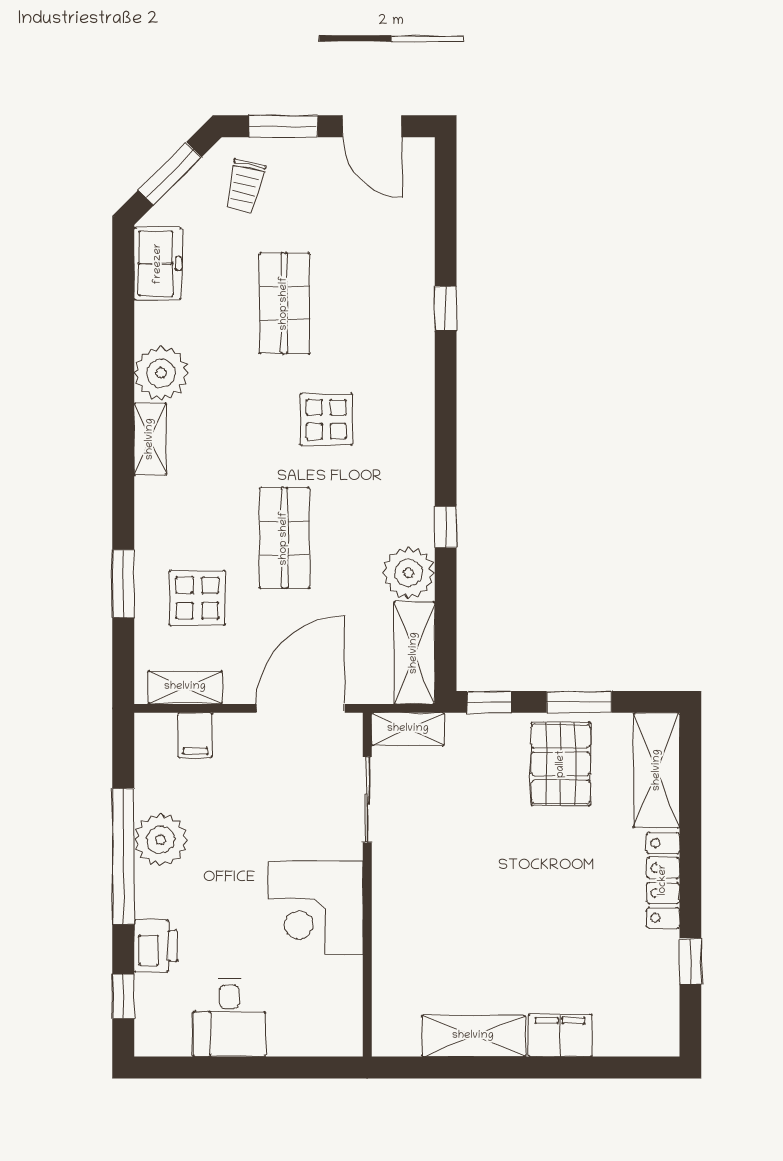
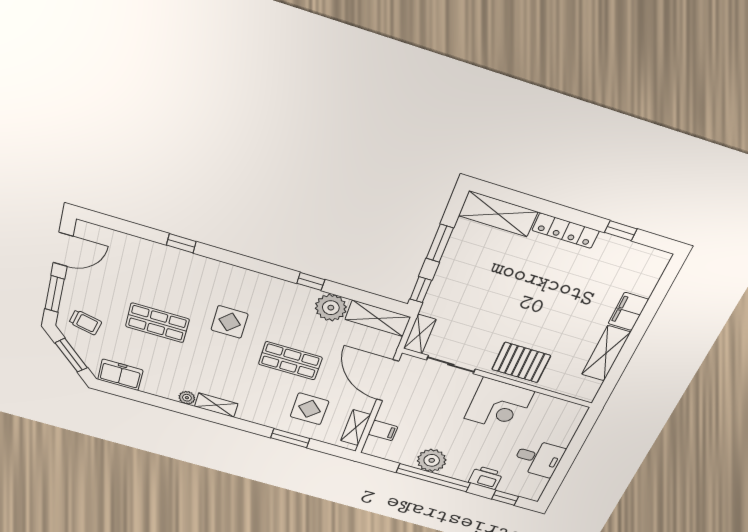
plant: (161, 373) -> (187, 398), width x0.53, depth x0.53
pallet: (561, 764) -> (521, 362), moved

